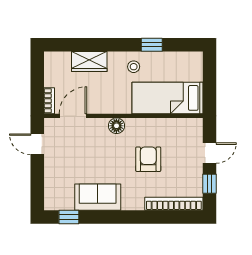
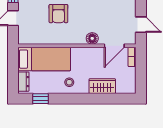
window: (152, 45) -> (41, 99), moved
dresser: (195, 68) -> (23, 82), added
floor lamp: (116, 126) -> (92, 38), moved

